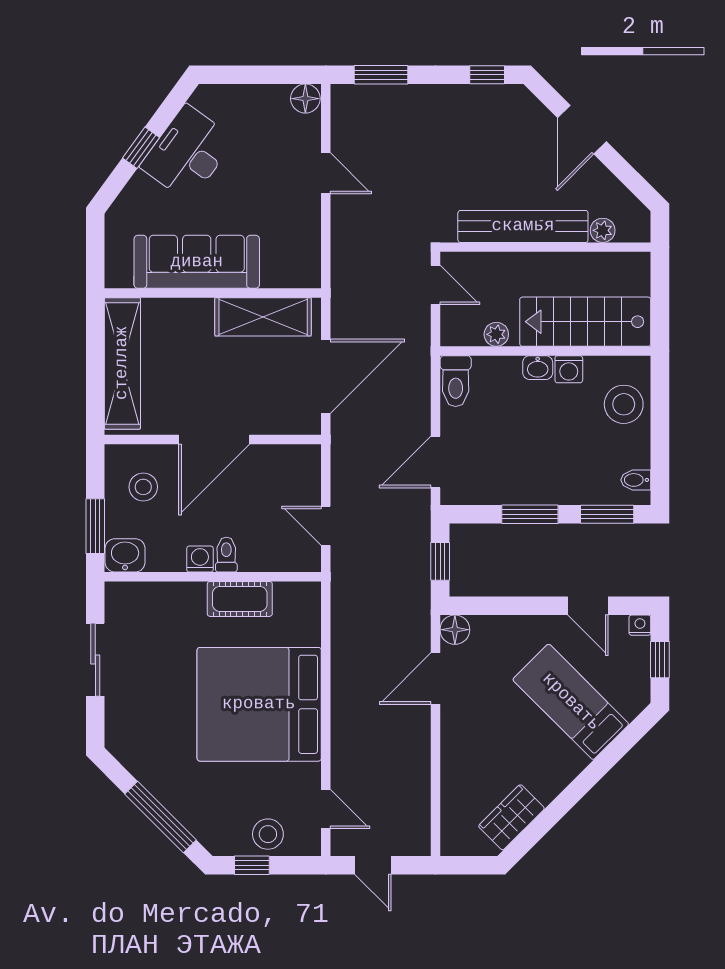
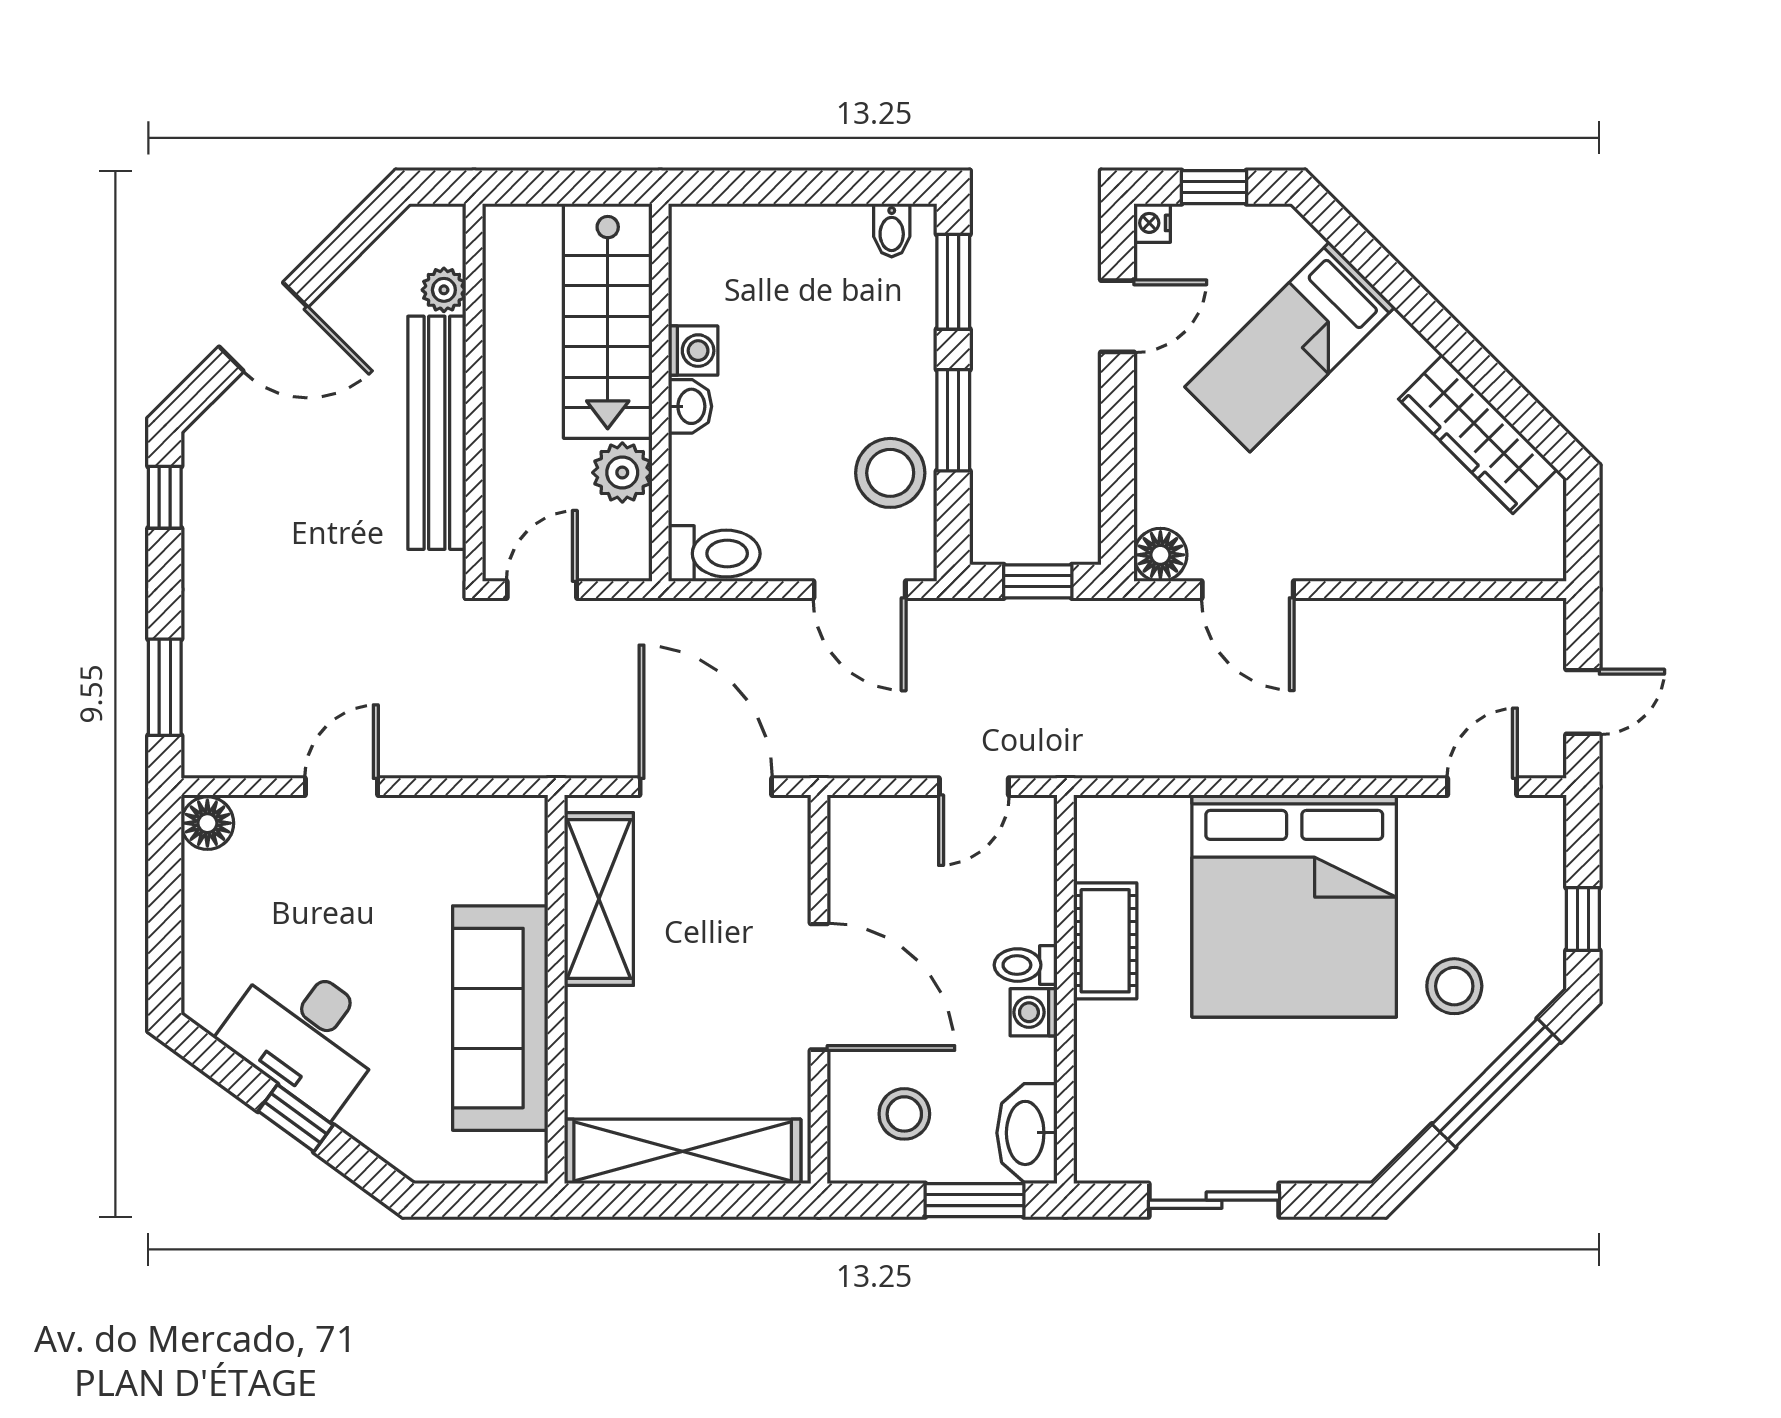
plant: (496, 334) -> (622, 473), width x1.38, depth x1.38
stool: (624, 404) -> (890, 473), moved
washbasin: (125, 555) -> (1027, 1133), width x1.38
wardrobe: (511, 817) -> (1478, 434), width x1.50
stool: (268, 834) -> (1454, 986), moved

